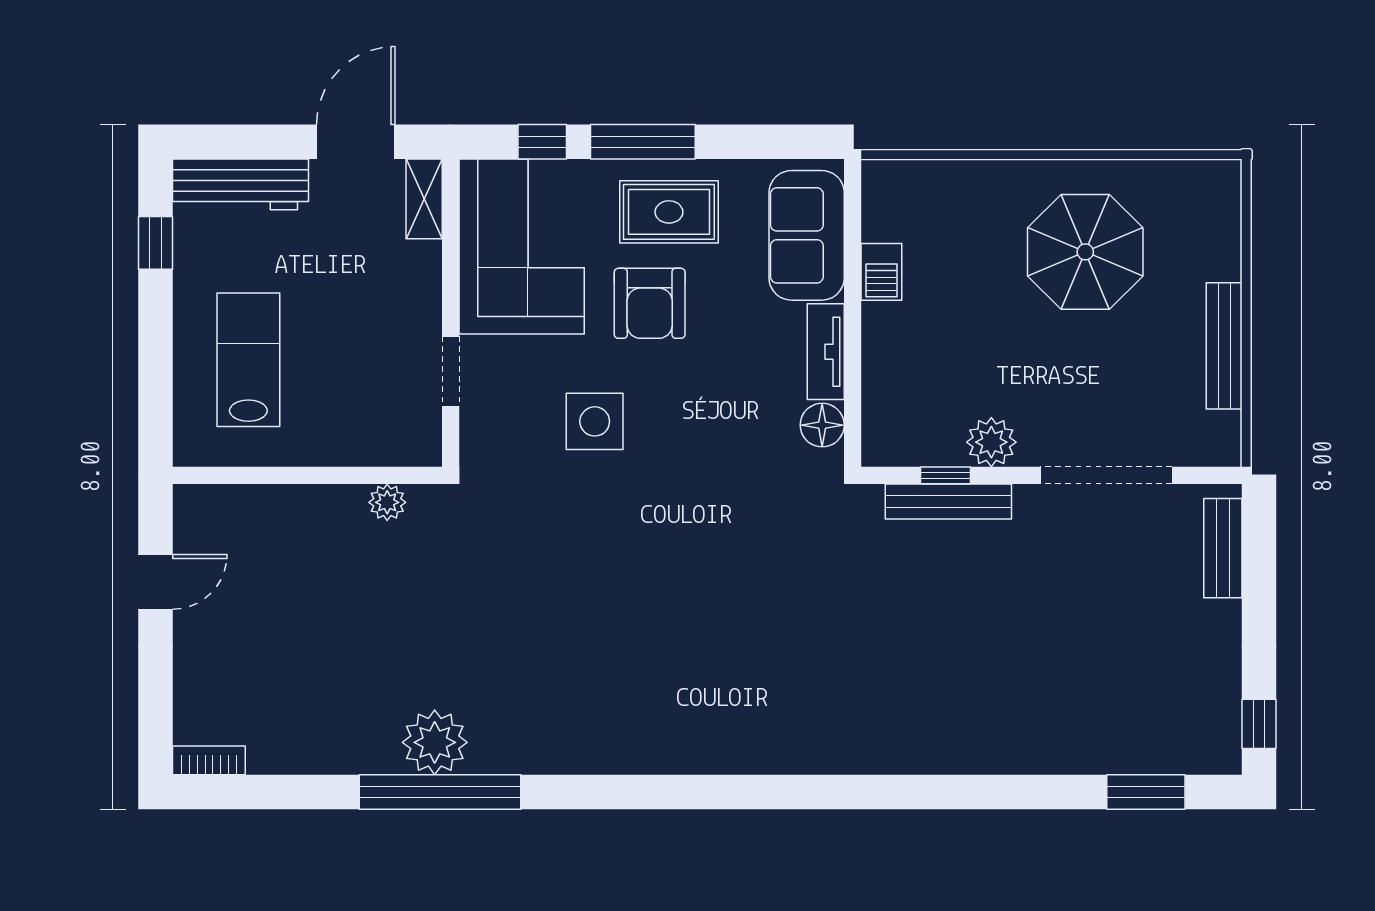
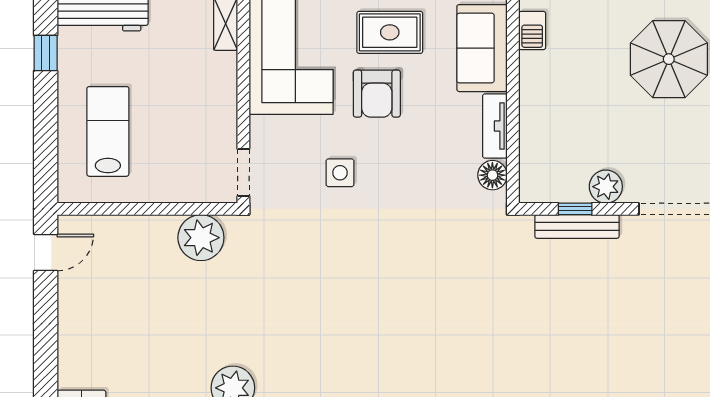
barbecue: (881, 272) -> (532, 30), moved
doorway: (451, 371) -> (243, 173), moved
side table: (595, 421) -> (340, 173), width x0.73, depth x0.73
plant: (387, 502) -> (201, 238), width x1.88, depth x1.88
door: (156, 582) -> (46, 253), moved

